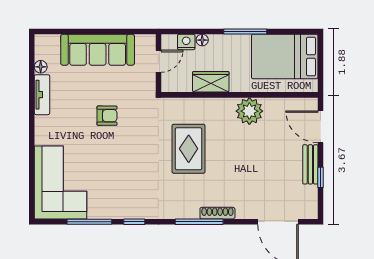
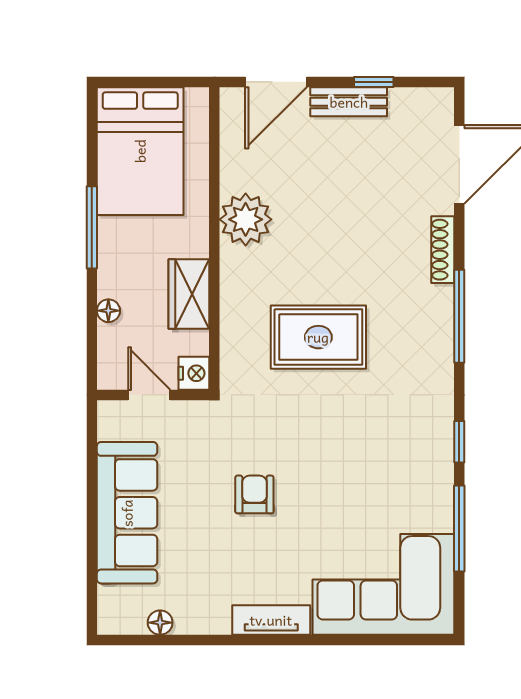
nightstand: (186, 42) -> (194, 373), moved, turned 180
tv unit: (42, 95) -> (271, 620), moved
shoe rack: (217, 213) -> (443, 250), moved

